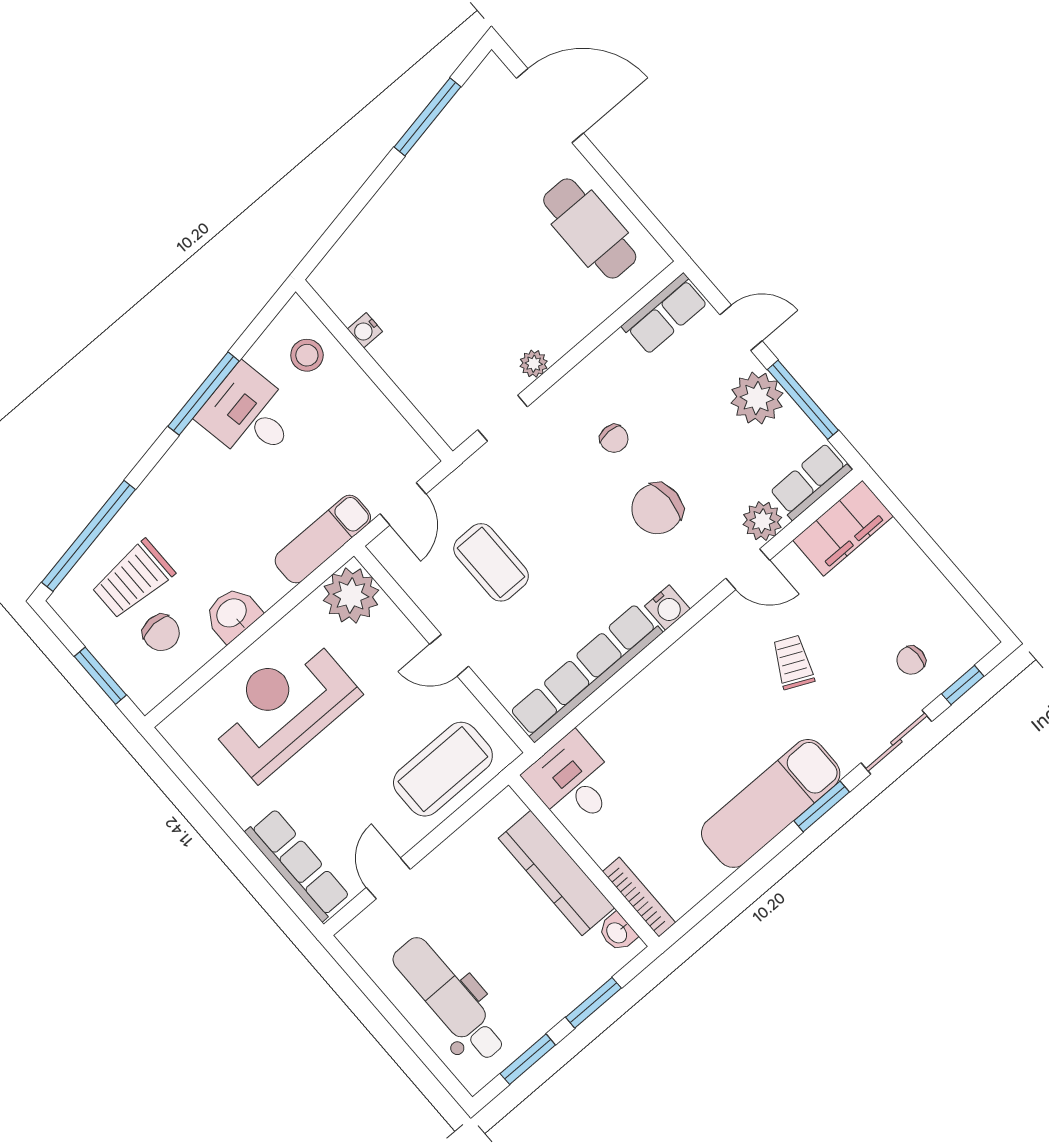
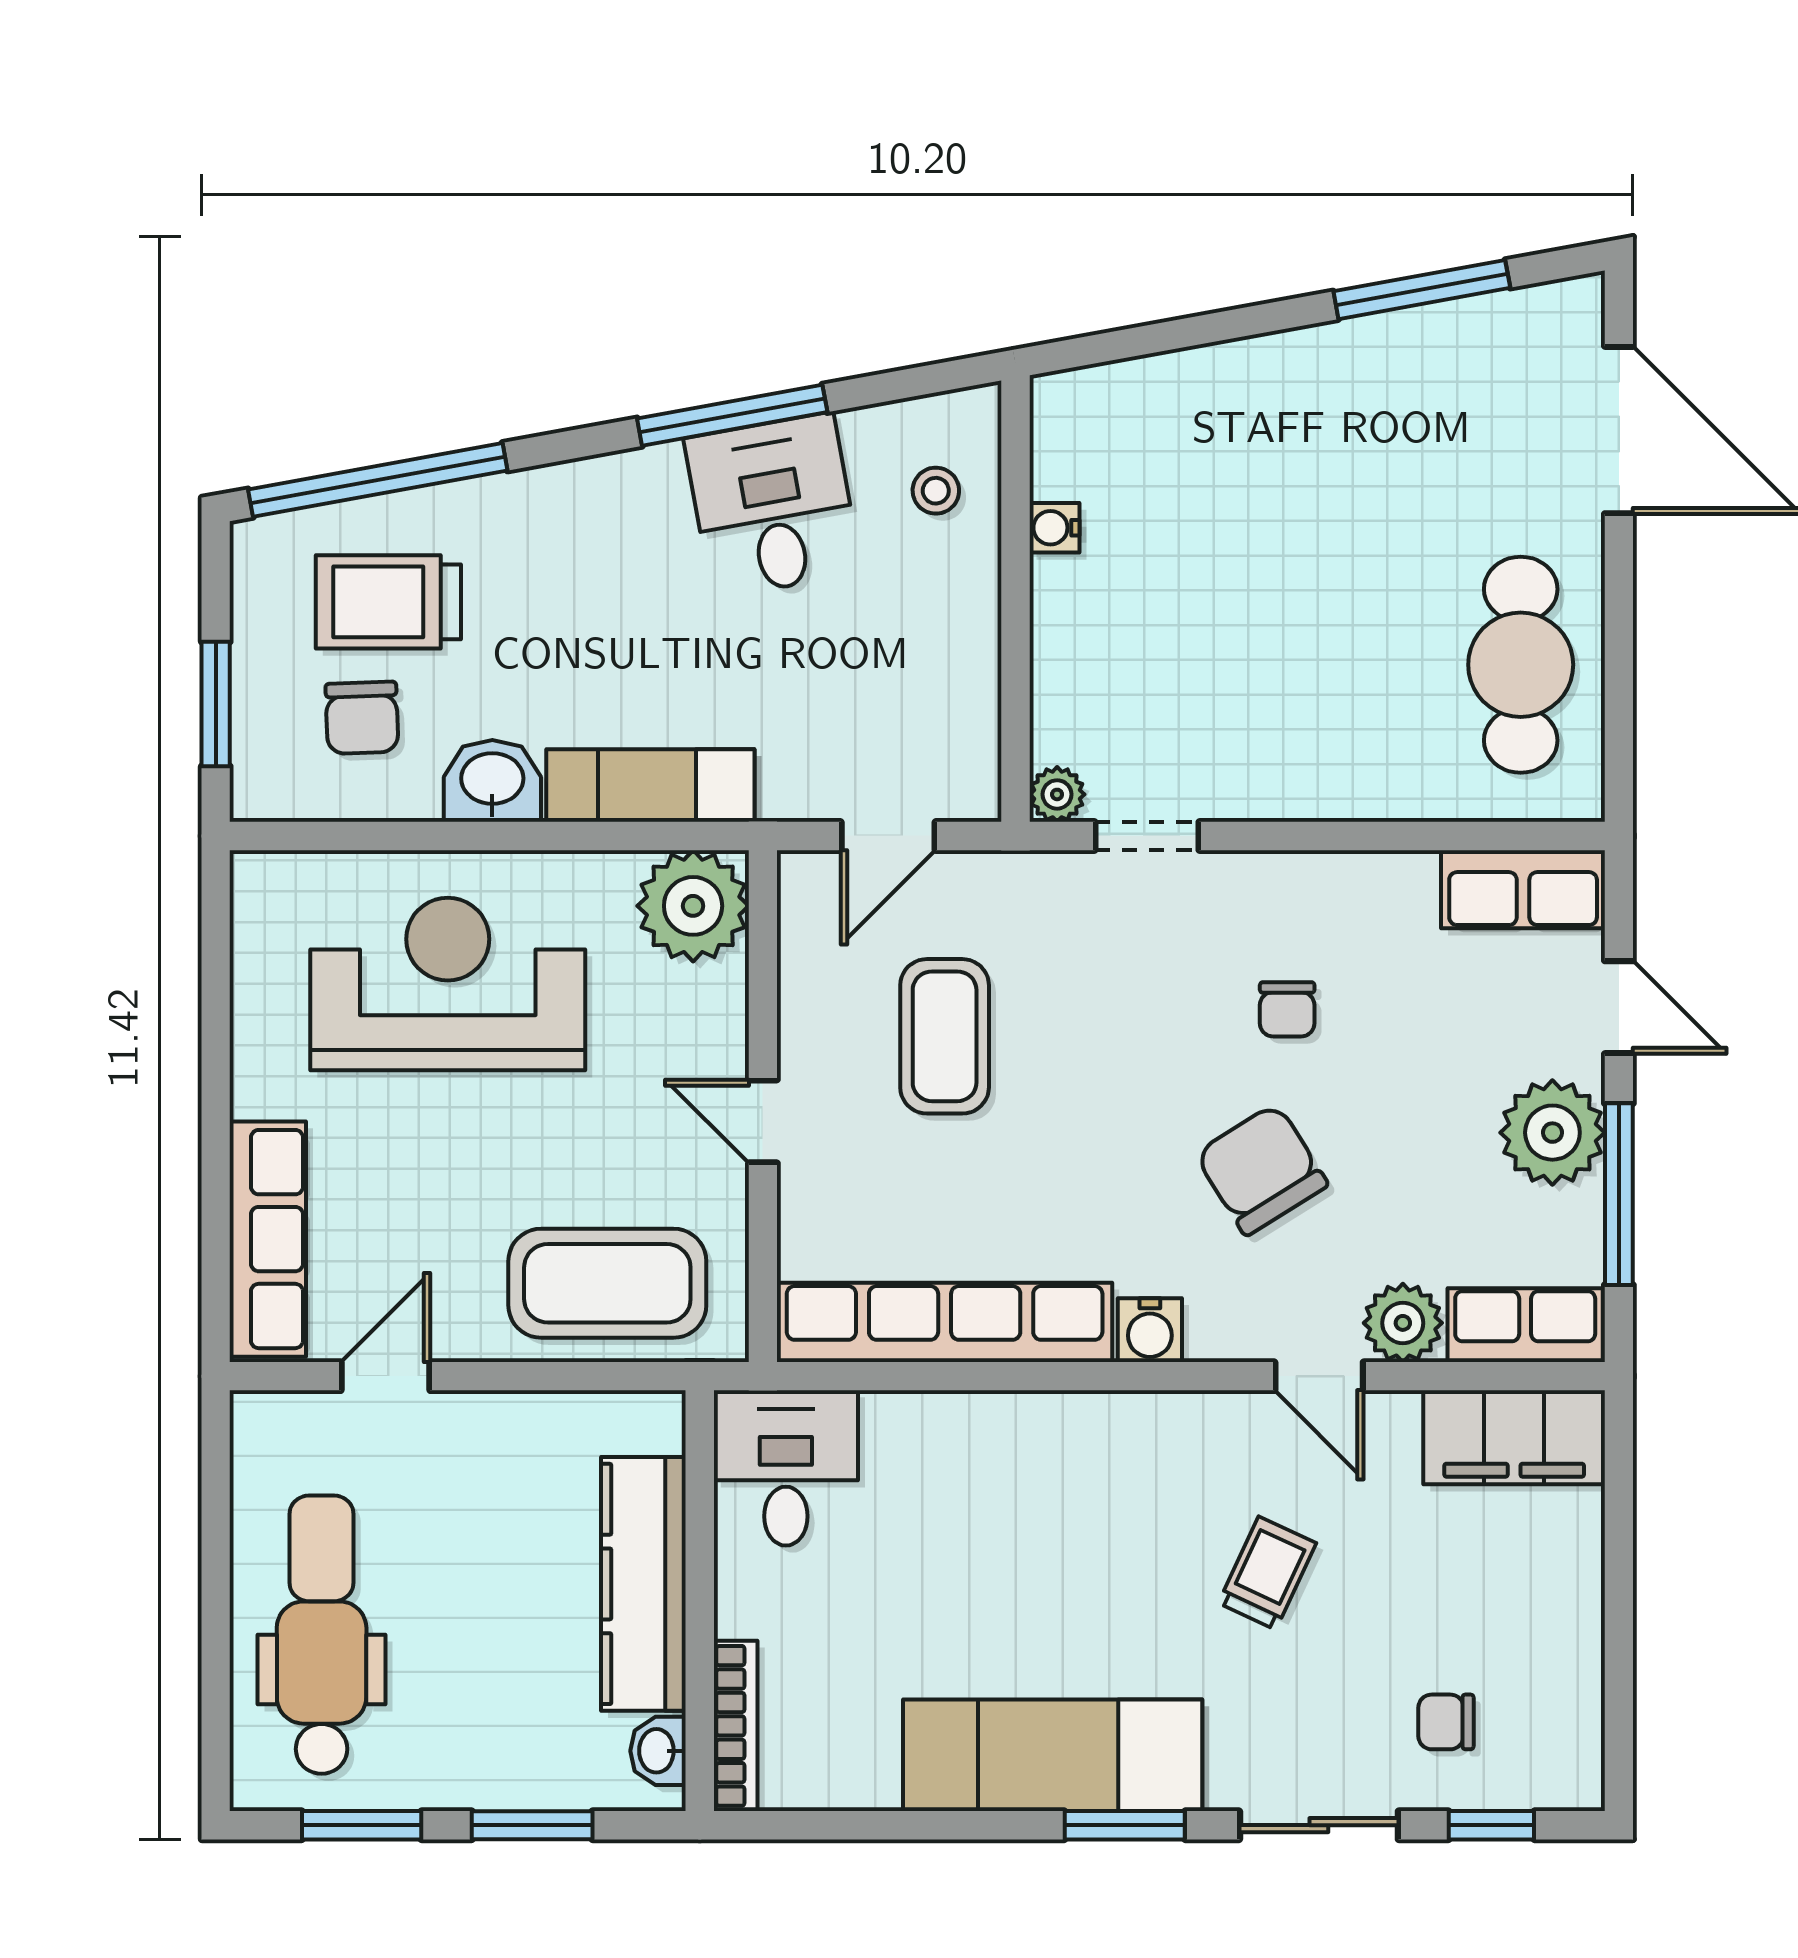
stool: (307, 355) -> (936, 491), width x0.73, depth x0.73
plant: (534, 364) -> (1057, 794), moved
chair: (657, 509) -> (1261, 1169), turned 58
exam couch: (323, 539) -> (650, 786), moved

